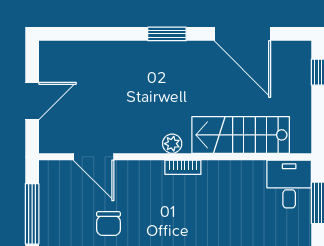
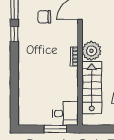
plant: (172, 144) -> (91, 51), width x1.87, depth x1.87

